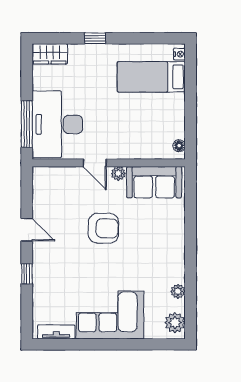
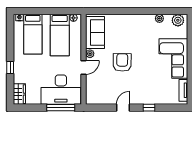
bed: (150, 122) -> (60, 35), added

